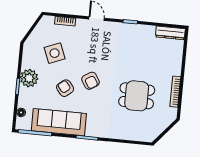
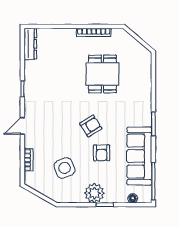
armchair: (65, 88) -> (102, 153), turned -51

